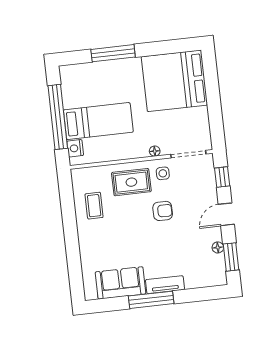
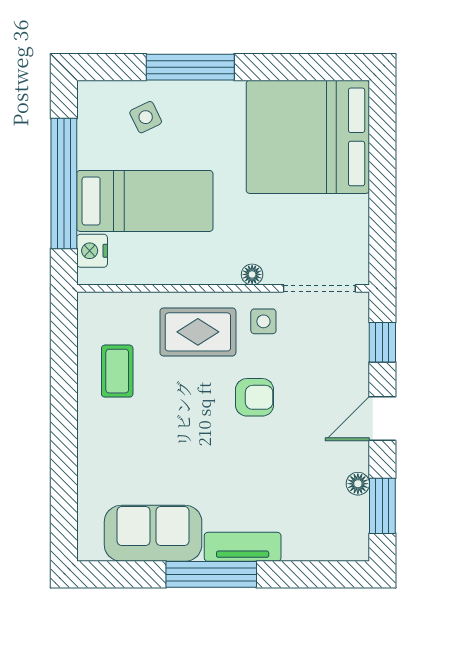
side table: (94, 80) -> (146, 117), added

